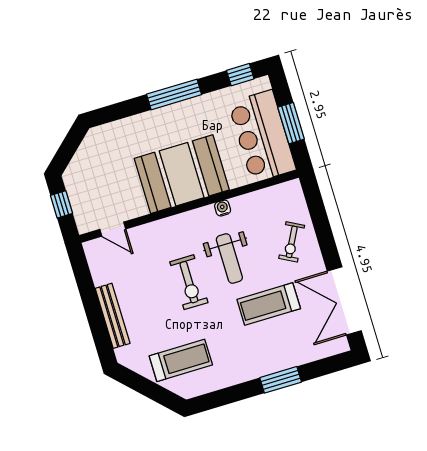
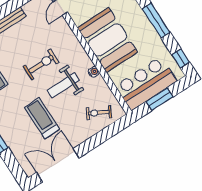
exercise bike: (292, 242) -> (99, 113), moved
exercise bike: (189, 282) -> (41, 64), turned 180

